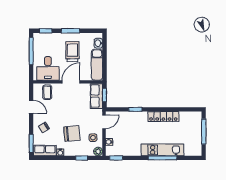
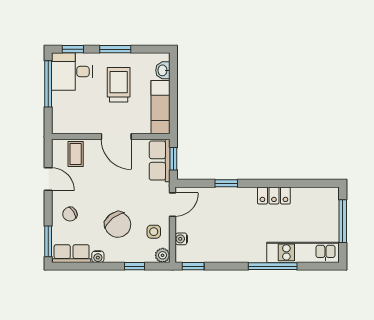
desk: (48, 68) -> (72, 72), moved, turned 90
door: (71, 82) -> (116, 136), swing flipped
locker: (163, 116) -> (274, 195), width x0.66
chair: (72, 134) -> (118, 225), turned 57
kitchen unit: (162, 150) -> (303, 252), moved

